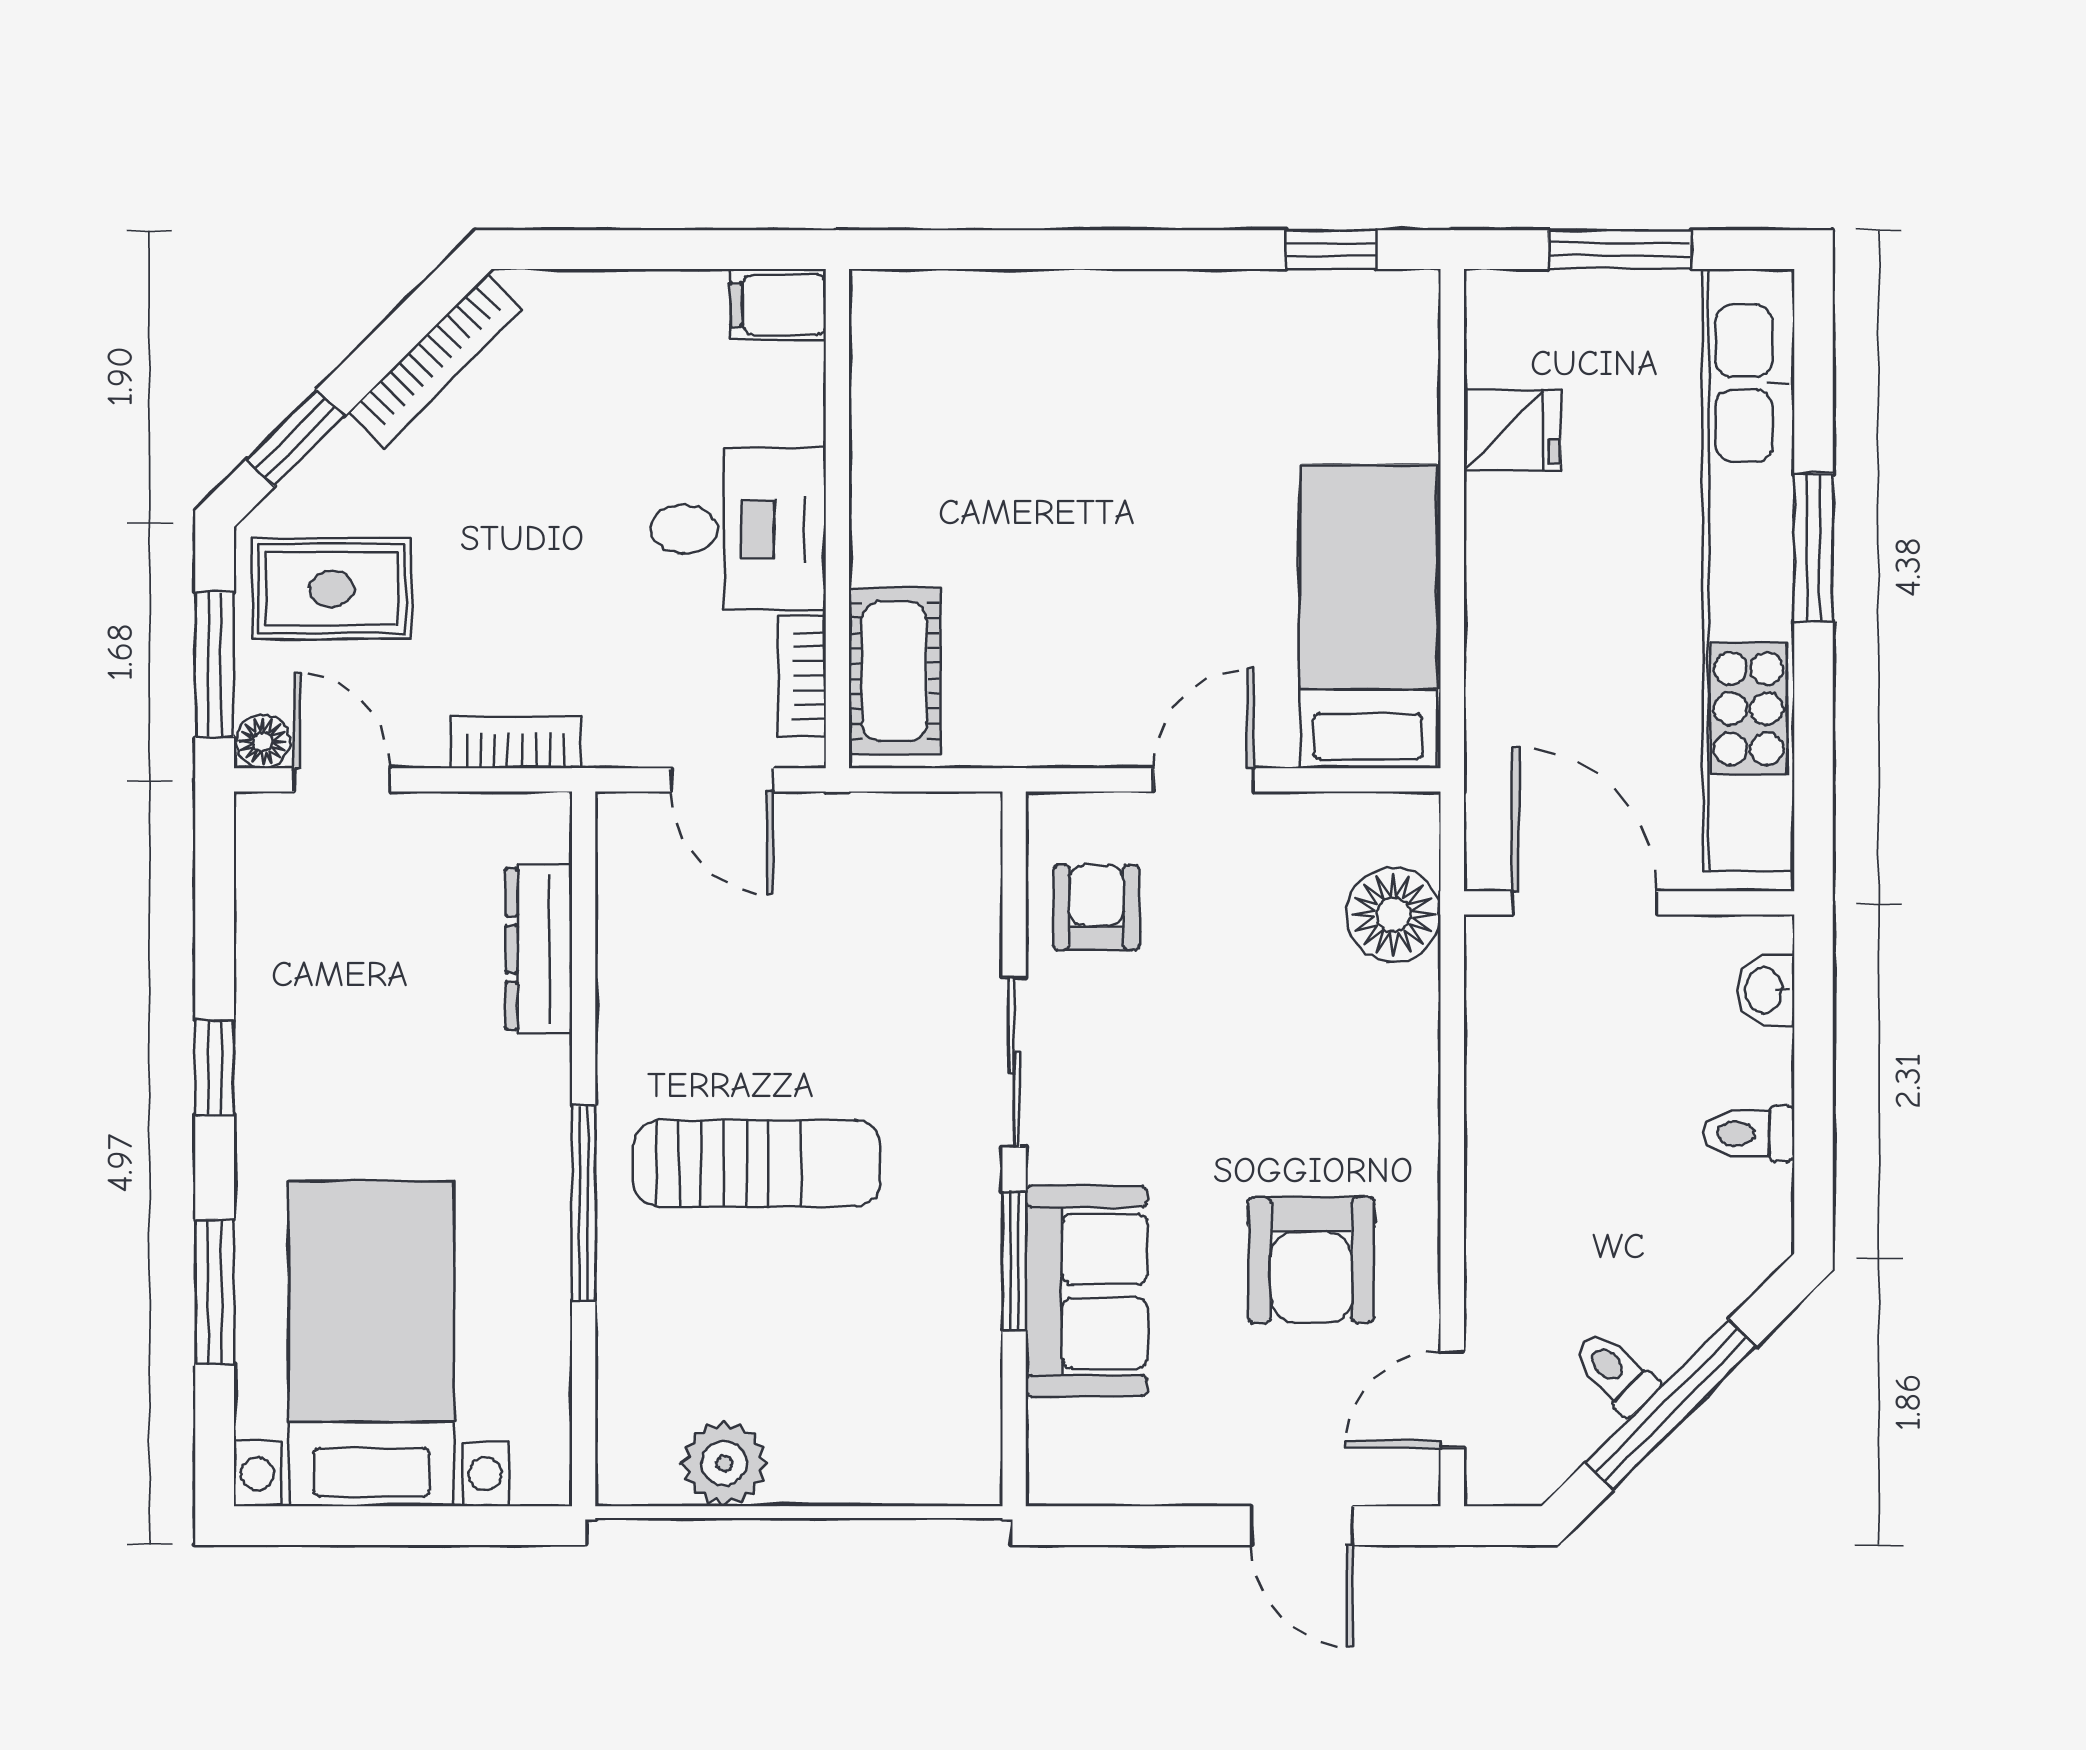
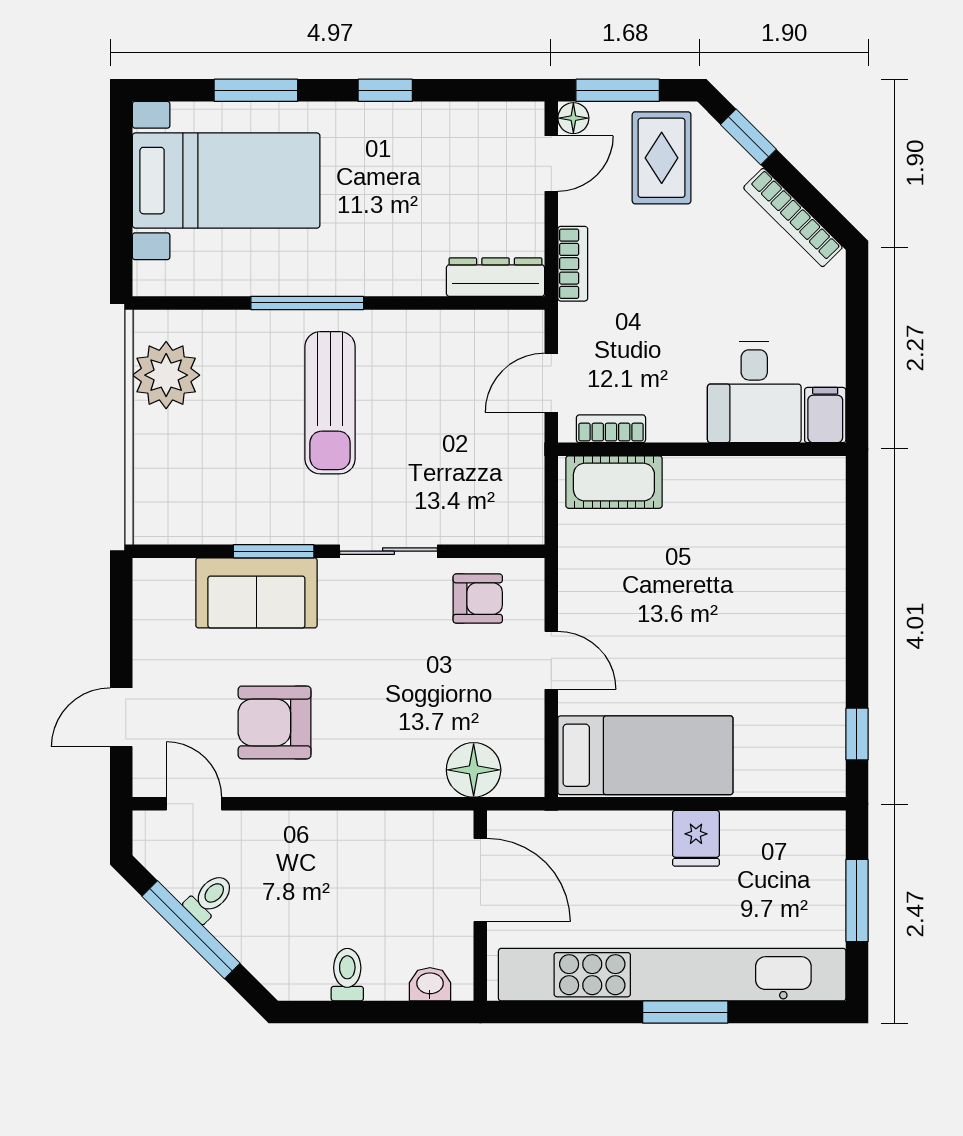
fridge: (1512, 431) -> (696, 838), moved
desk: (738, 529) -> (754, 392), moved
door: (1584, 903) -> (480, 880), hinge flipped
dresser: (539, 949) -> (495, 277), moved
plant: (724, 1463) -> (166, 375), width x1.36, depth x1.36

